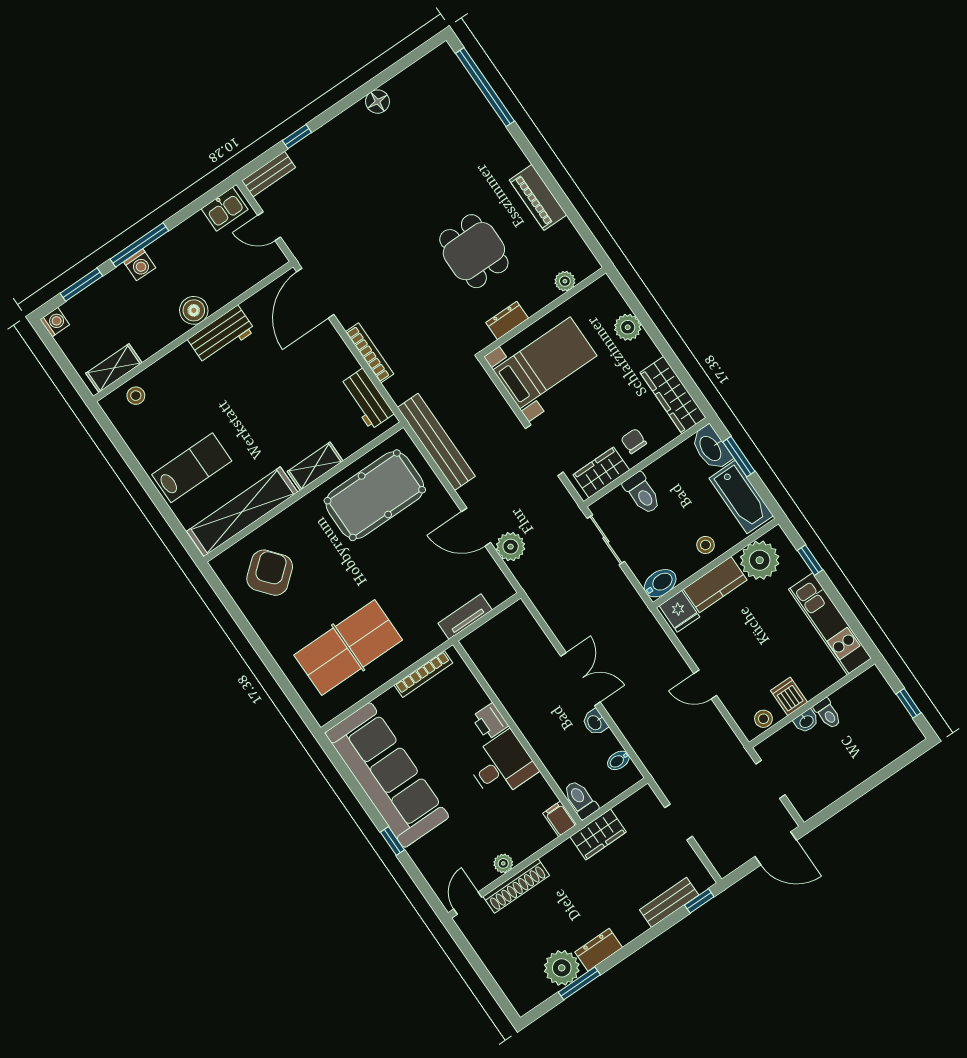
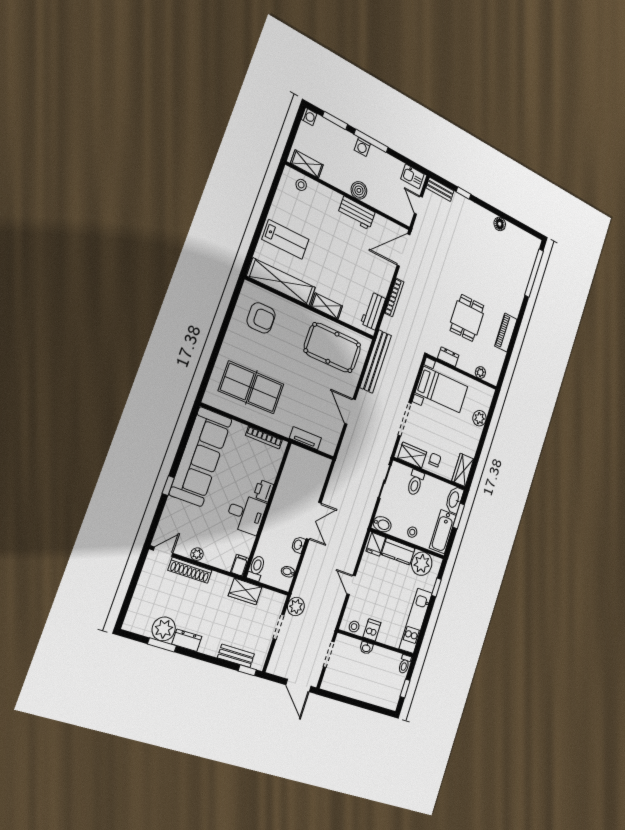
wardrobe: (673, 395) -> (463, 470), width x0.67
plant: (511, 547) -> (296, 607), moved
armchair: (270, 573) -> (261, 318), turned 40
toilet: (828, 714) -> (404, 664), moved

